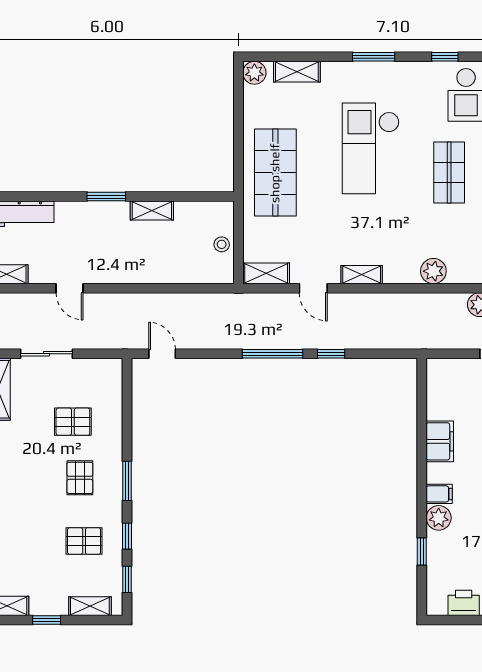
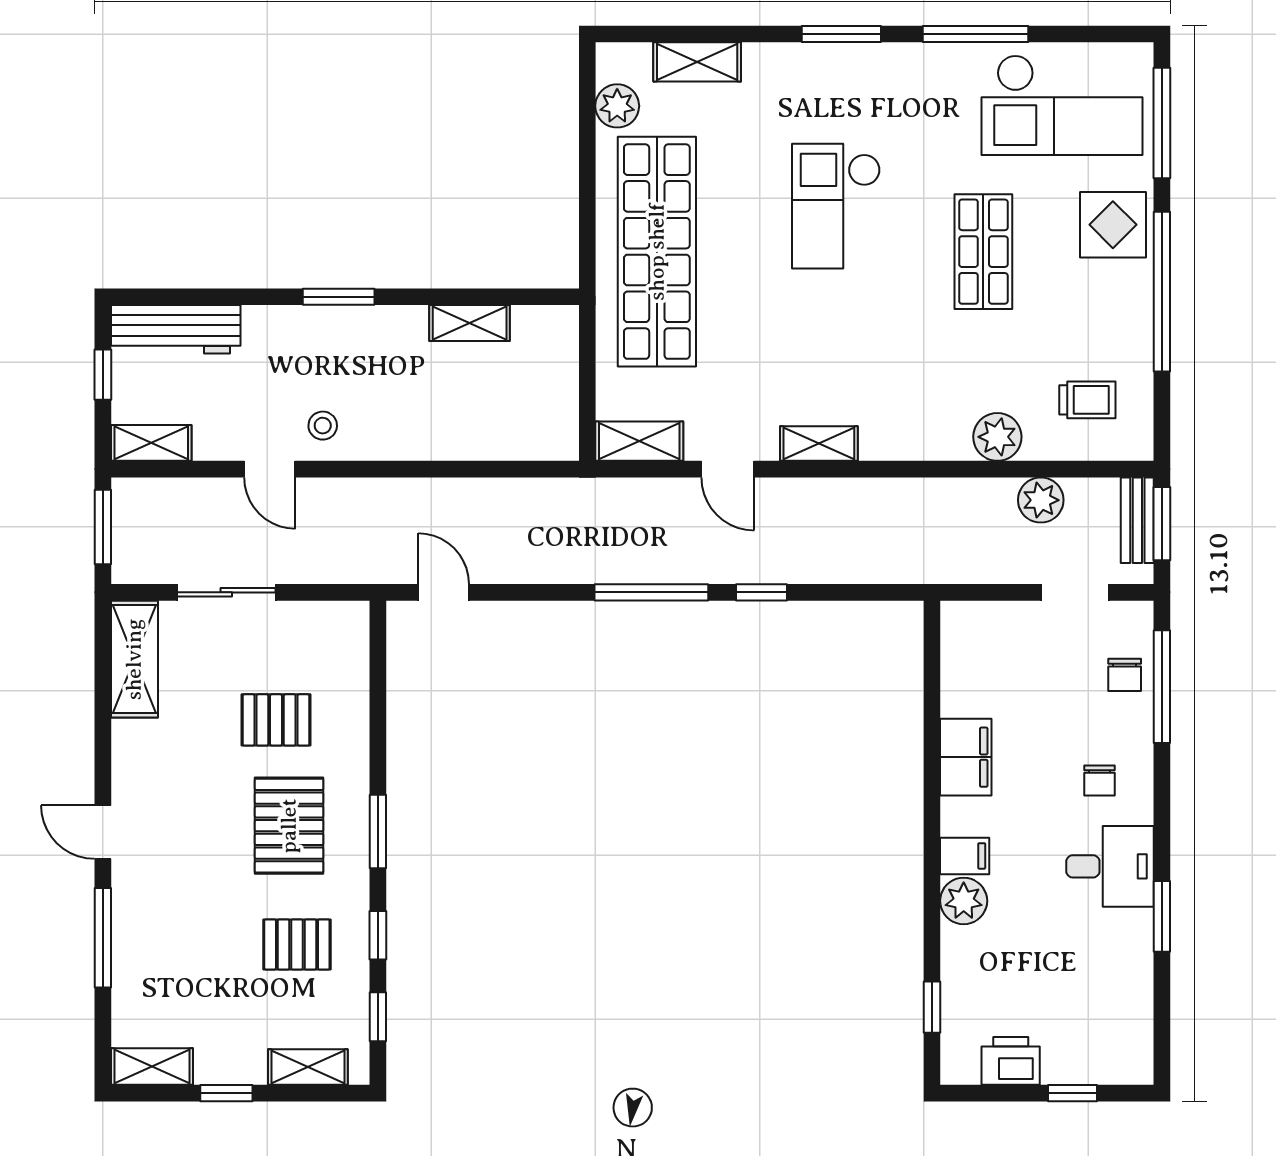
window: (445, 57) -> (975, 34), width x2.17
plant: (254, 73) -> (617, 106), moved
checkout: (371, 148) -> (836, 206), width x0.73, depth x0.83
shop shelf: (275, 173) -> (657, 252), width x1.40
shelving: (152, 211) -> (470, 323), moved
stool: (222, 244) -> (323, 426), moved
plant: (433, 271) -> (997, 437), moved
pallet: (80, 478) -> (289, 826), width x1.50, depth x1.42
window: (422, 552) -> (932, 1007), moved

